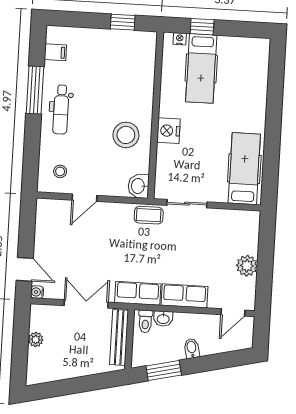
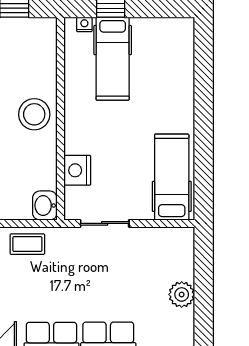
nightstand: (168, 131) -> (77, 170), moved
stool: (126, 135) -> (34, 114), moved
coffee table: (149, 215) -> (27, 244), moved

